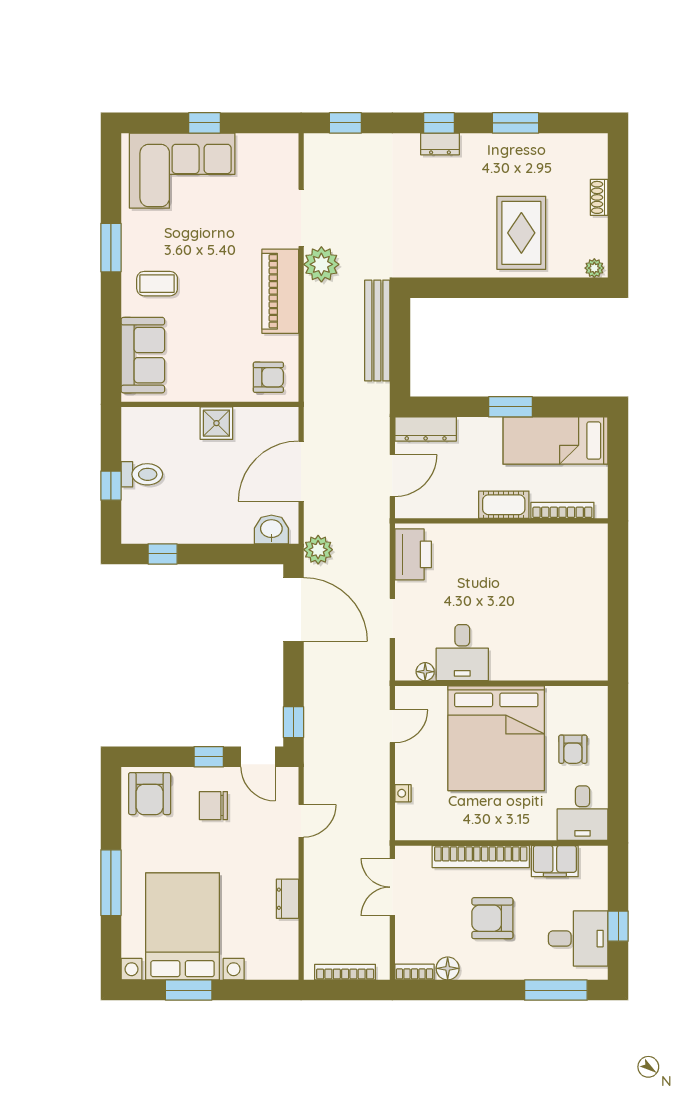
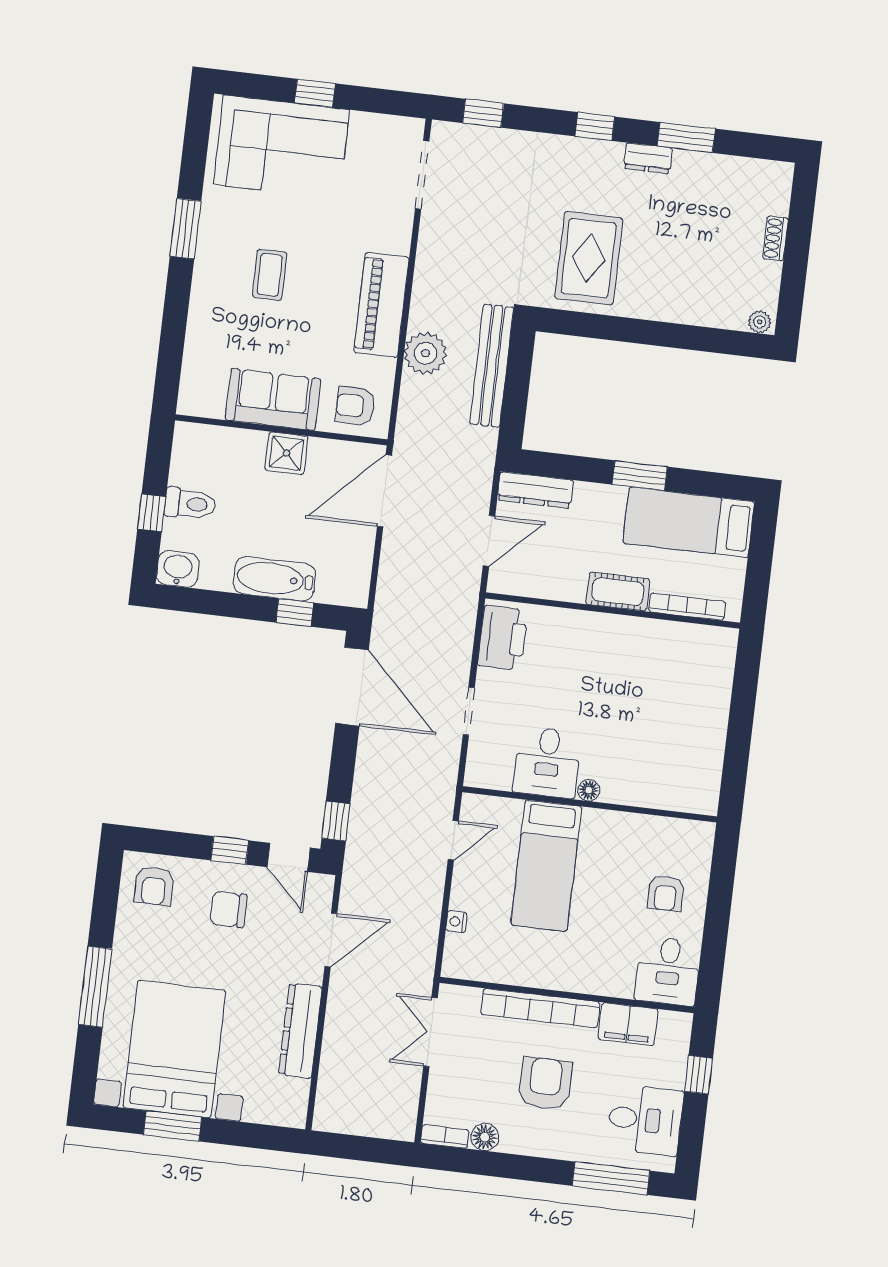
dresser: (440, 144) -> (648, 158), moved
doorway: (301, 218) -> (422, 175), moved
rug: (521, 233) -> (589, 258), moved
plant: (321, 264) -> (425, 353), moved
coffee table: (157, 284) -> (270, 275), moved, turned 90
sofa: (143, 355) -> (273, 399), moved, turned -90
armchair: (268, 377) -> (355, 406), turned 180
door: (301, 471) -> (384, 491), moved
bathtub: (219, 528) -> (274, 579), added
washbasin: (271, 529) -> (178, 569), moved
plant: (318, 550) -> (390, 619), removed
window: (163, 554) -> (295, 613), moved
floor lamp: (425, 672) -> (589, 790), moved
bed: (496, 738) -> (546, 866), width x0.49
armchair: (150, 794) -> (154, 886), width x0.72, depth x0.72
door: (301, 821) -> (331, 940), width x1.38
dresser: (287, 899) -> (300, 1031), width x1.96, depth x1.24
armchair: (492, 918) -> (545, 1083), turned 90
window: (618, 926) -> (699, 1075), moved
bookcase: (345, 972) -> (362, 1127), removed

